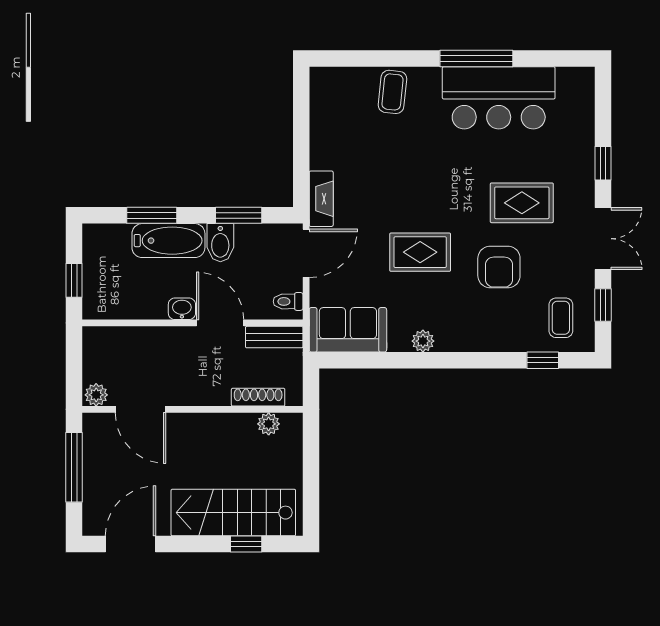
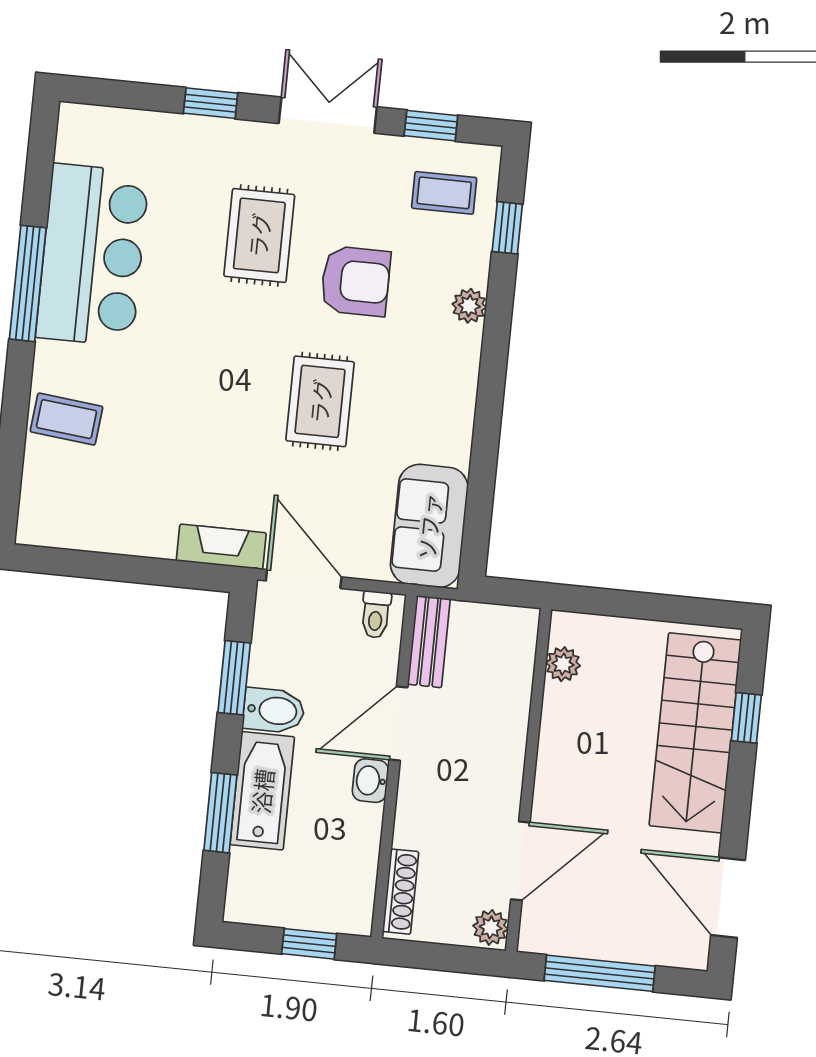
plant: (423, 341) -> (469, 306), moved
shoe rack: (258, 397) -> (401, 892), moved, turned 180

